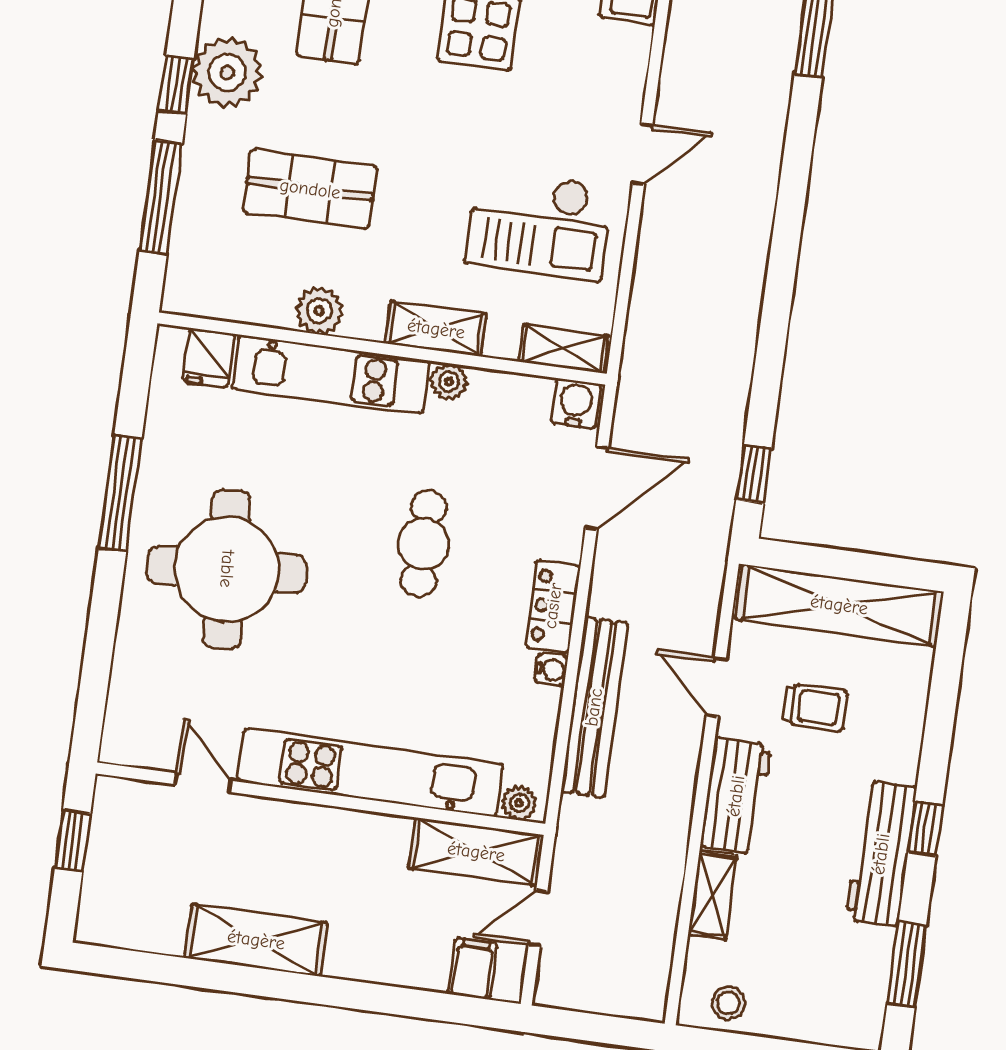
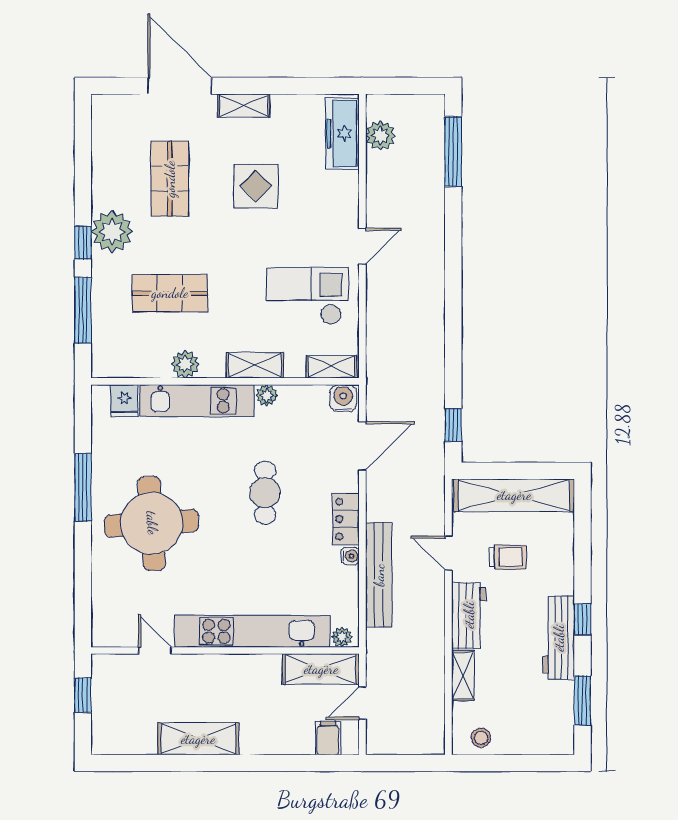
checkout: (539, 225) -> (307, 296), turned 180

